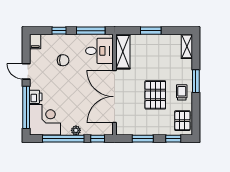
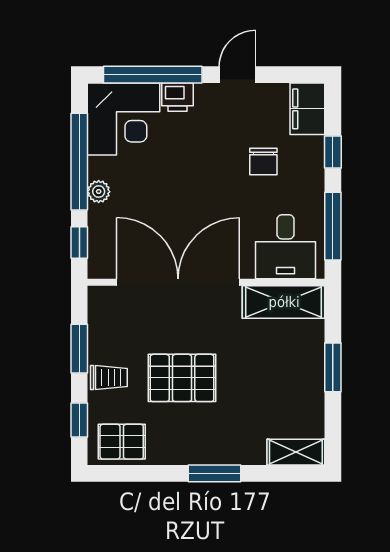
filing cabinet: (35, 42) -> (307, 109), width x2.00
trolley: (182, 92) -> (109, 378), moved

